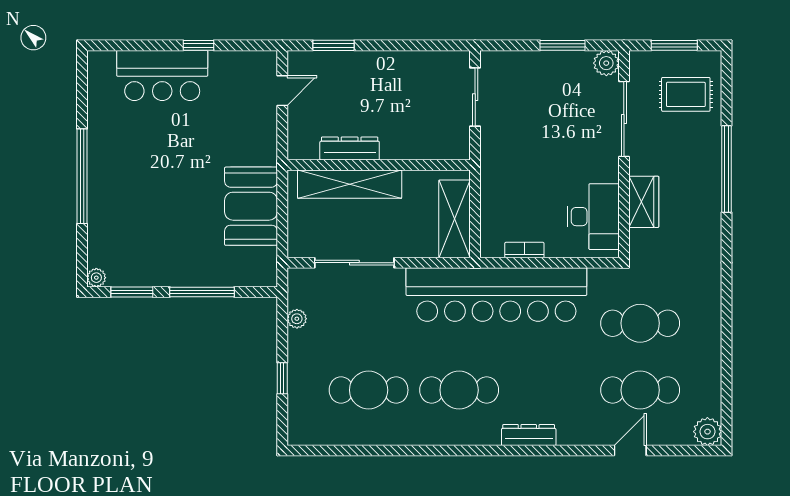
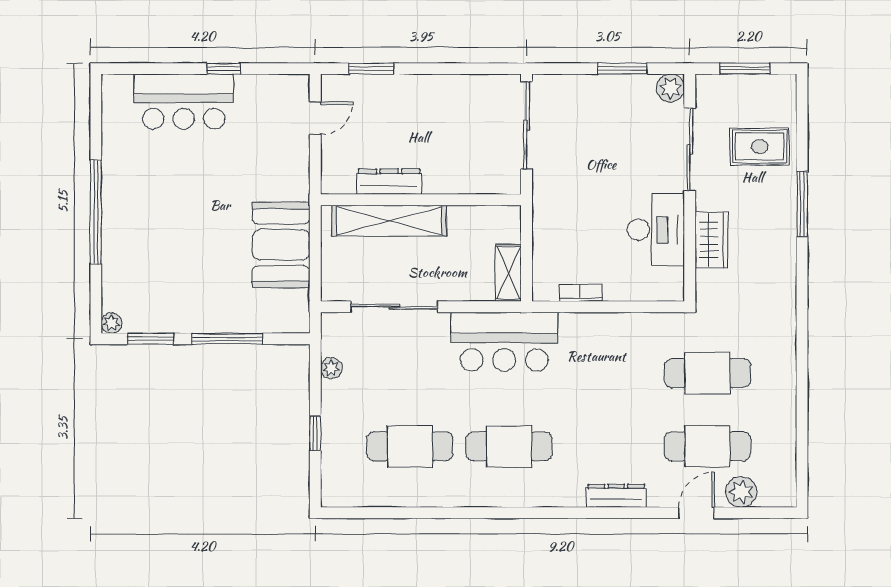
rug: (686, 94) -> (760, 146), moved
sliding door: (475, 97) -> (527, 125), width x1.37
window: (727, 169) -> (802, 204), width x0.68
desk: (593, 217) -> (656, 230), moved
shelving: (455, 219) -> (508, 273), width x0.67, depth x0.75
bar counter: (496, 294) -> (504, 342), width x0.54
plant: (707, 432) -> (741, 492), moved
dresser: (529, 435) -> (616, 496), moved

